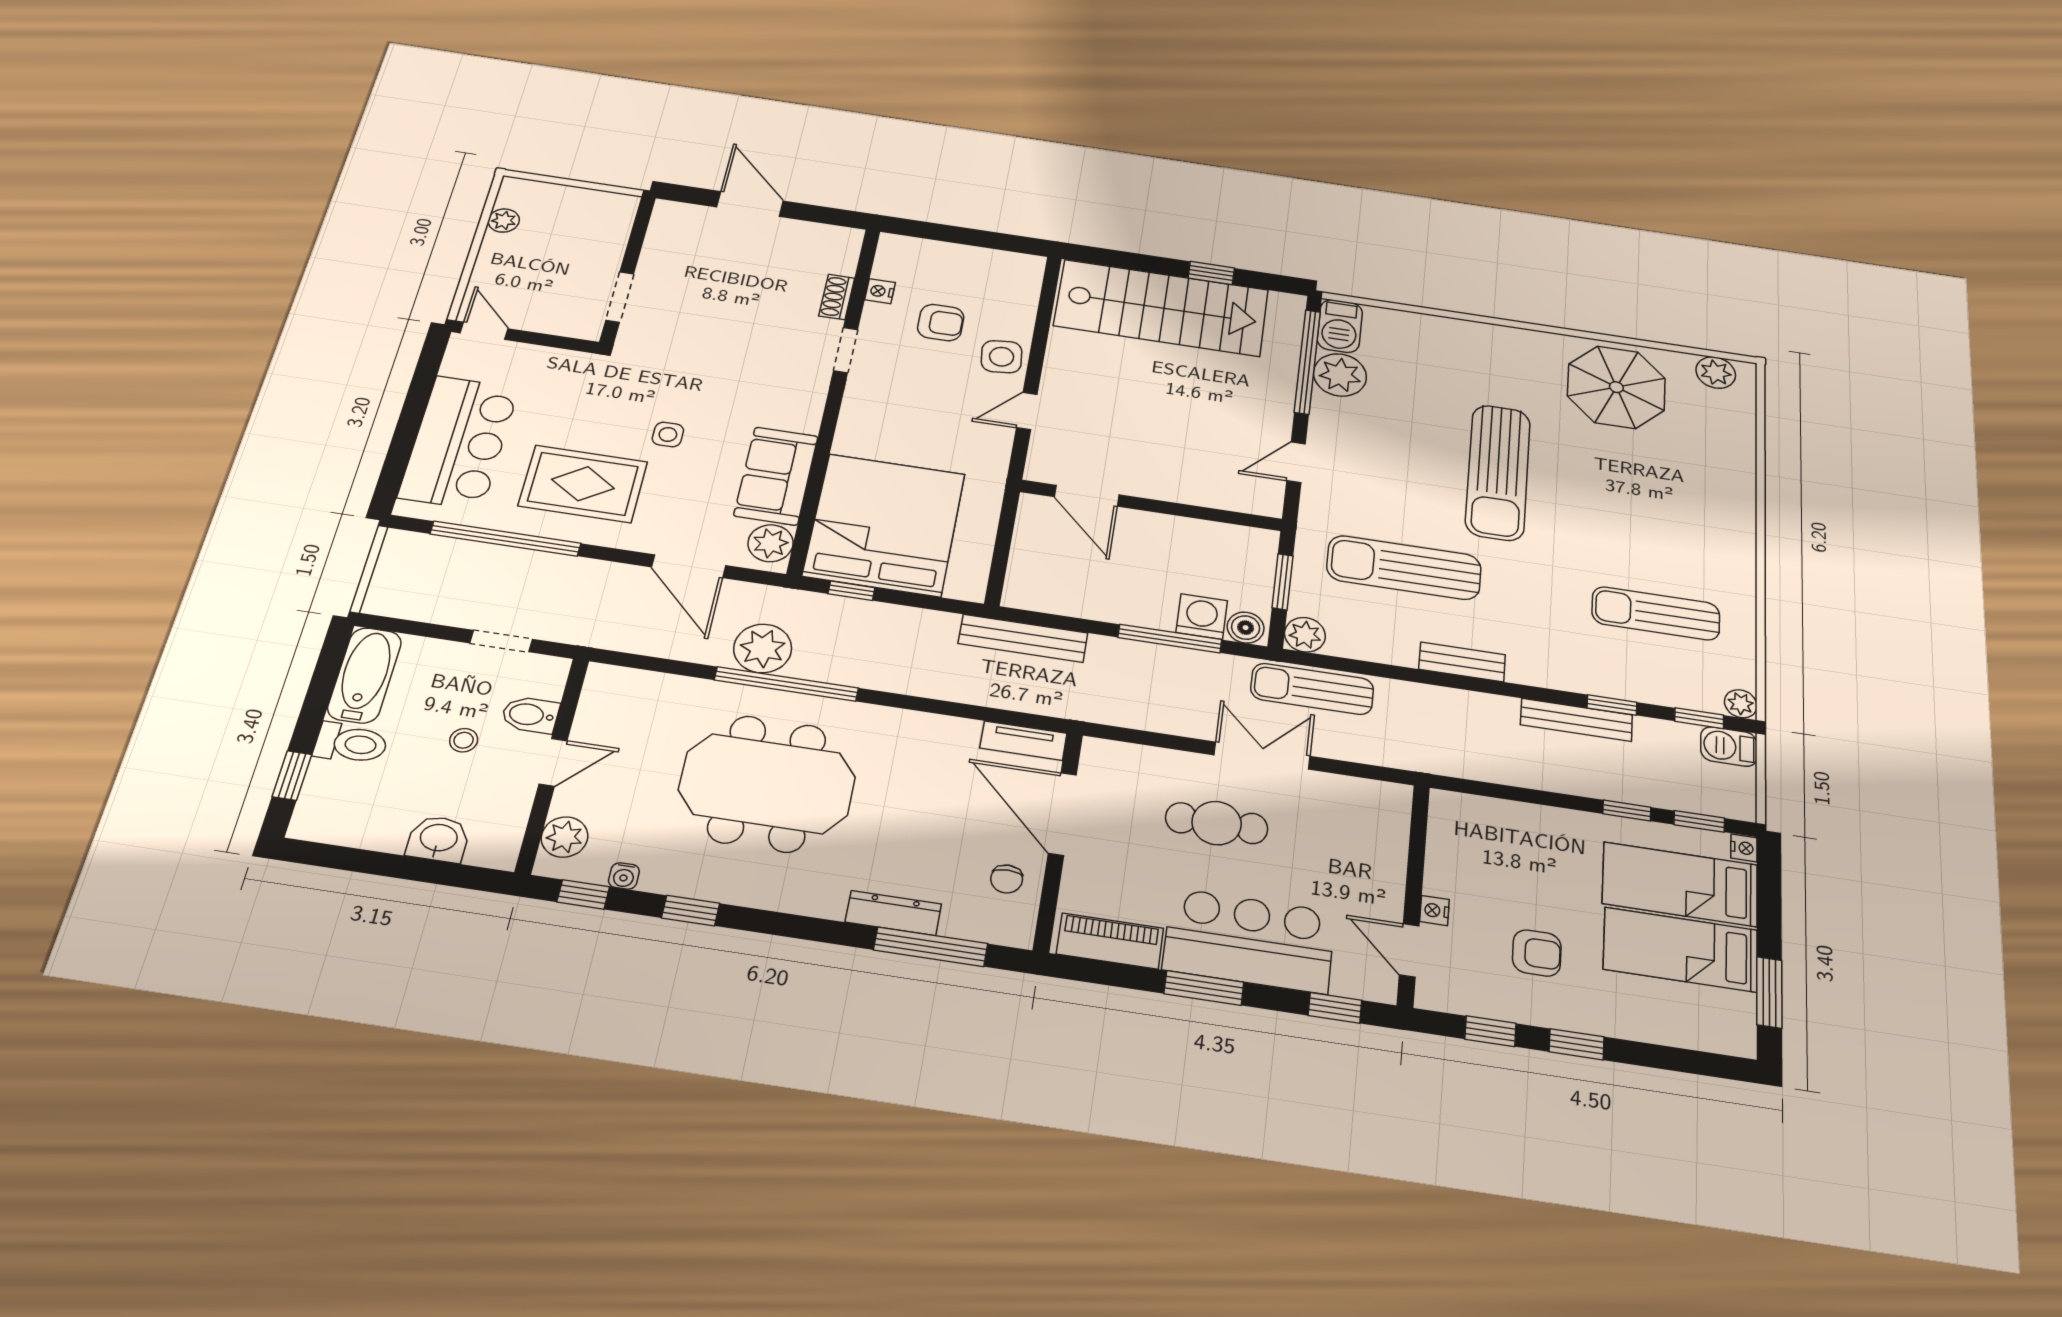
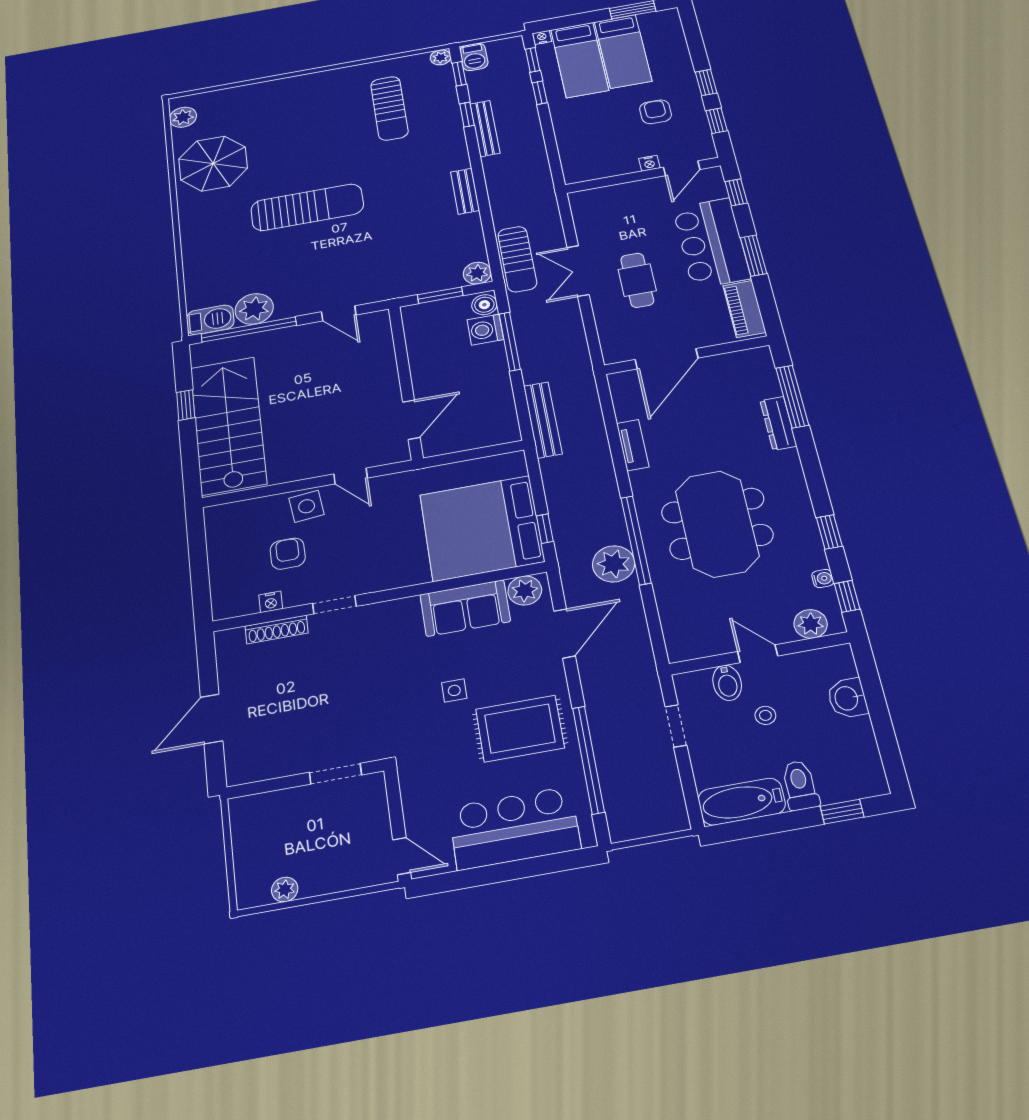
shoe rack: (837, 297) -> (277, 629), width x1.43
door: (484, 331) -> (402, 856), swing flipped
rug: (583, 484) -> (520, 728), turned 90
sun lounger: (1404, 568) -> (404, 237), removed
tv unit: (1023, 741) -> (633, 445), moved
chair: (1007, 879) -> (726, 373), removed

